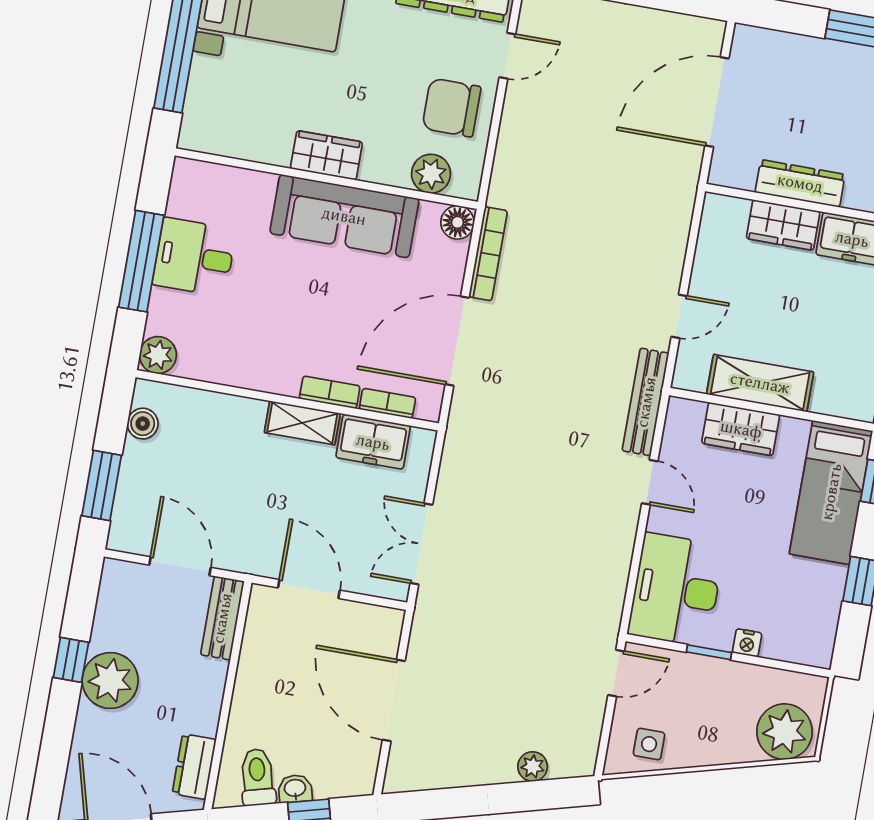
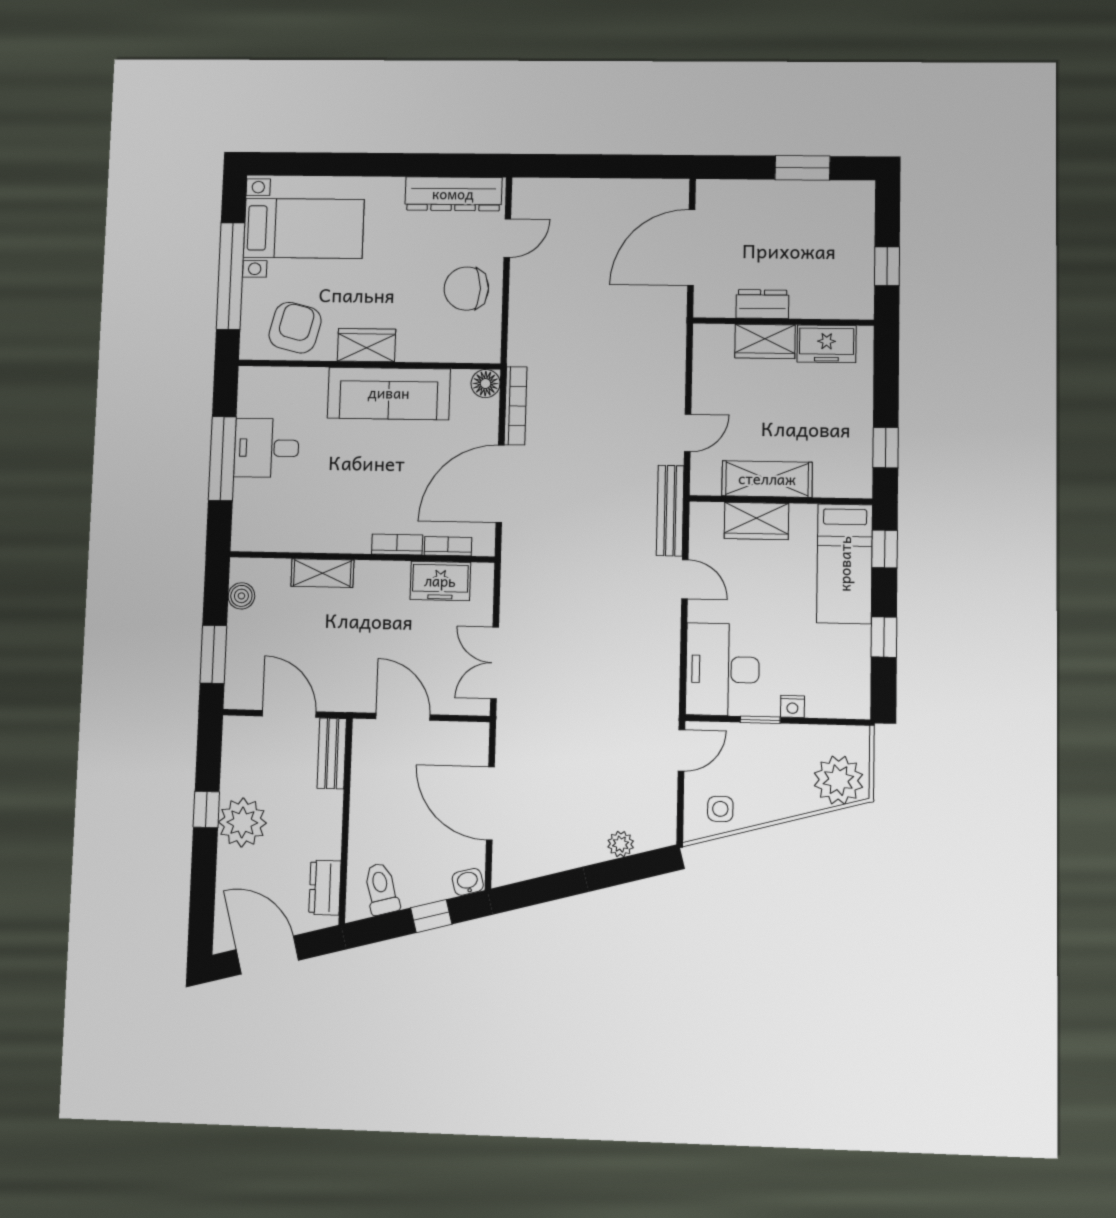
armchair: (246, 121) -> (295, 328), added
plant: (431, 174) -> (457, 346), removed
dresser: (800, 183) -> (762, 304), width x0.70
plant: (158, 355) -> (247, 536), removed
shelving: (302, 423) -> (322, 573), moved
washbasin: (295, 789) -> (468, 882), moved

